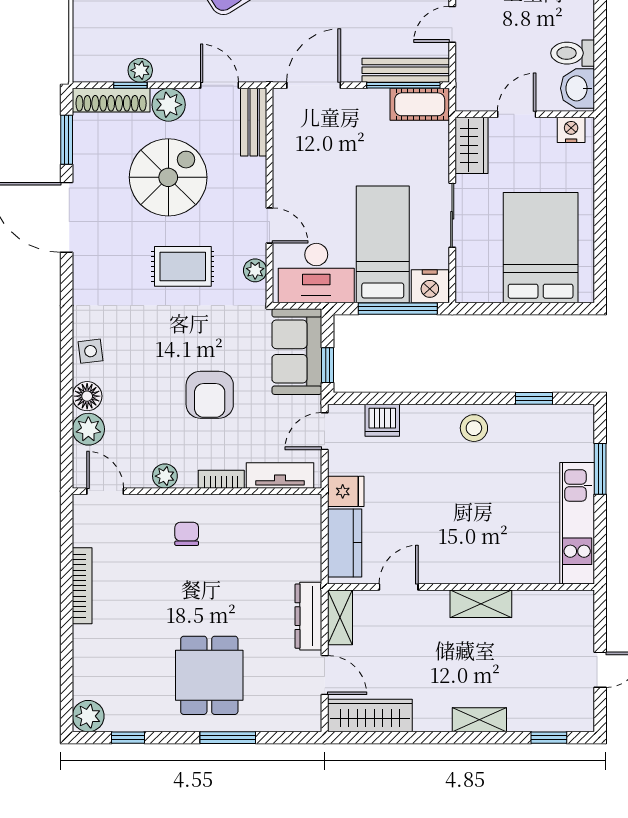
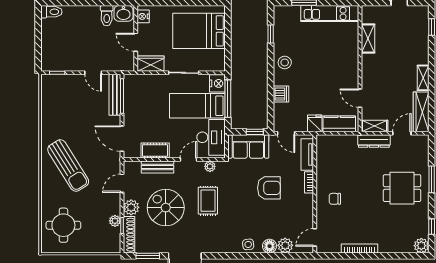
cot: (420, 104) -> (155, 150), moved, turned 90
bench: (254, 122) -> (158, 167), moved
dishwasher: (382, 420) -> (281, 94), moved
plant: (165, 476) -> (307, 209), removed
shelving: (481, 604) -> (368, 38), moved
shelving: (479, 720) -> (423, 78), moved

